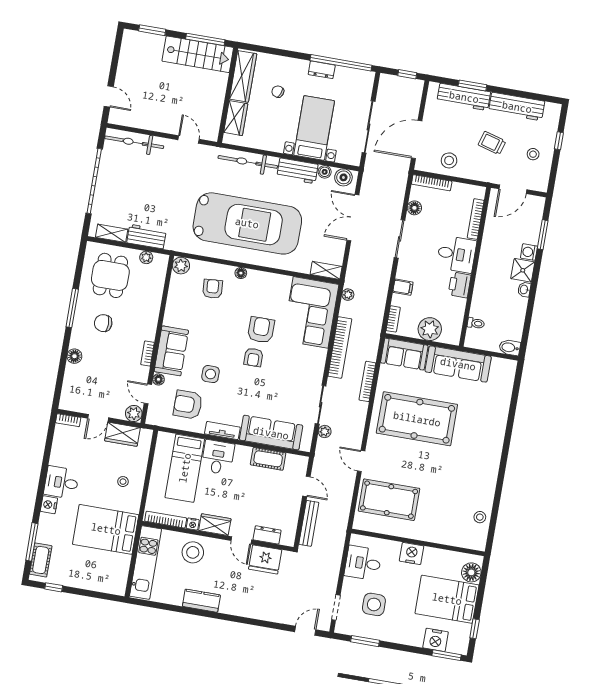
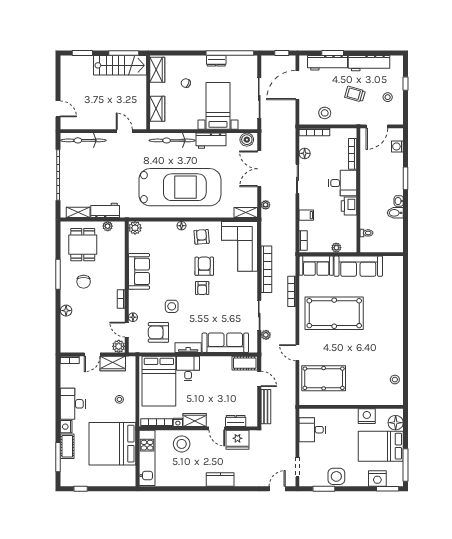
wardrobe: (243, 76) -> (157, 70), width x0.67
door: (417, 140) -> (297, 85), moved
boiler: (325, 172) -> (232, 138), removed
window: (543, 235) -> (405, 178), moved
washing machine: (529, 252) -> (397, 146), moved
shower: (523, 270) -> (395, 187), removed
armchair: (213, 289) -> (202, 237), moved
plant: (348, 295) -> (266, 205), moved
chair: (103, 323) -> (84, 282), turned -90
plant: (430, 329) -> (336, 248), width x0.53, depth x0.53
bidet: (510, 348) -> (395, 213), moved
sofa: (171, 351) -> (139, 271), moved
cot: (268, 459) -> (245, 363), moved
bed: (185, 468) -> (159, 381), width x1.50
desk: (61, 482) -> (73, 404), width x1.37
bed: (106, 529) -> (112, 444), width x1.36
nightstand: (412, 554) -> (367, 416), moved
cot: (41, 560) -> (67, 446), moved
kitchen counter: (201, 601) -> (220, 479), moved
side table: (374, 604) -> (336, 476), moved
window: (475, 629) -> (405, 465), width x2.17

